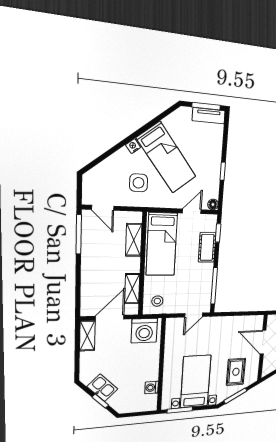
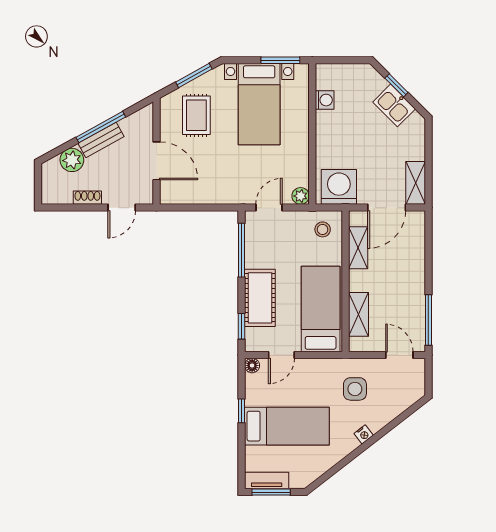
bed: (166, 157) -> (287, 426), moved, turned 128
cot: (207, 247) -> (260, 298), width x1.37, depth x1.34
plant: (172, 324) -> (301, 196), added

